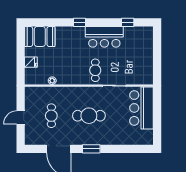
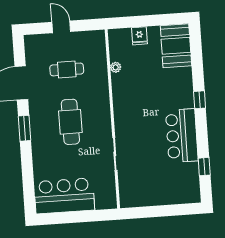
cafe table: (95, 70) -> (134, 126), removed
bar counter: (141, 108) -> (64, 196), moved

